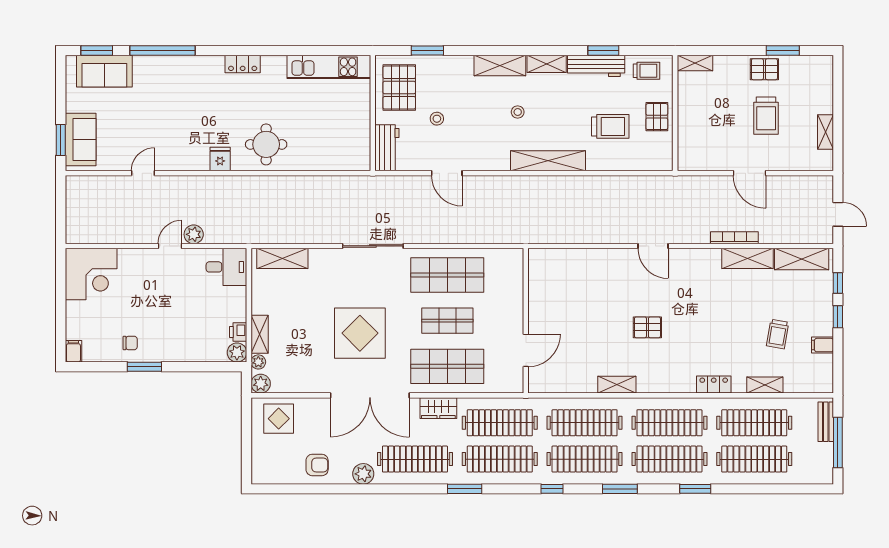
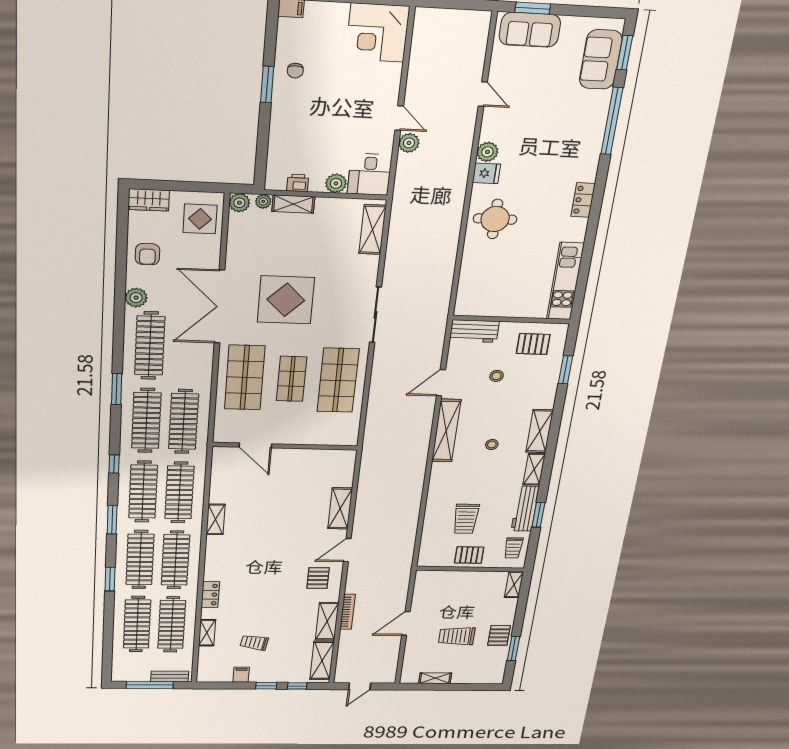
pallet: (399, 88) -> (533, 344), width x0.67, depth x0.71
plant: (199, 161) -> (487, 152), added
shelving: (548, 161) -> (446, 431), moved
shelving: (600, 258) -> (340, 508), added
pallet: (647, 327) -> (318, 578), moved
plant: (237, 353) -> (336, 183), moved
wardrobe: (438, 408) -> (149, 200), moved, turned -90

